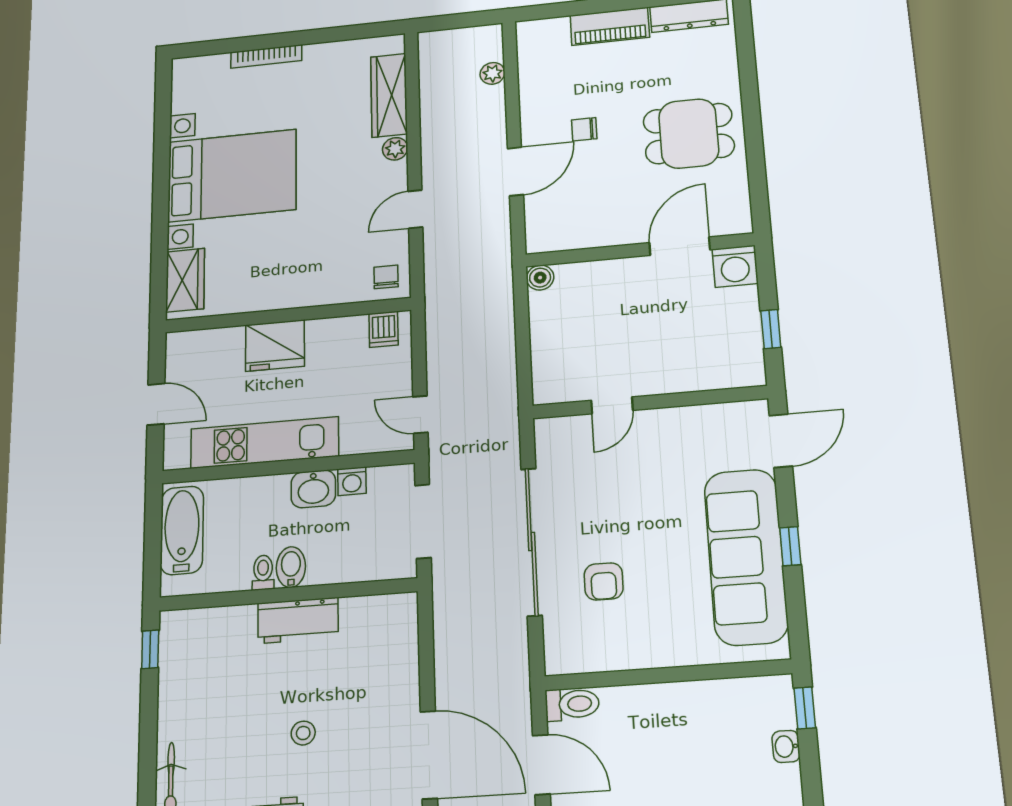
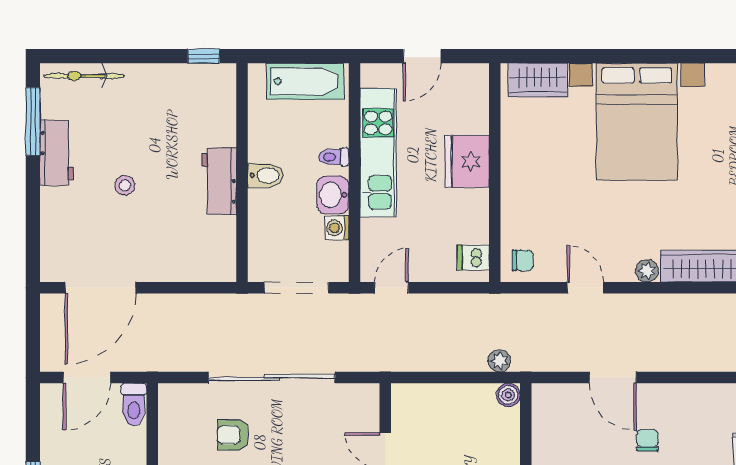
plant: (492, 73) -> (499, 361), moved
toilet: (263, 572) -> (334, 157), moved, turned 180

